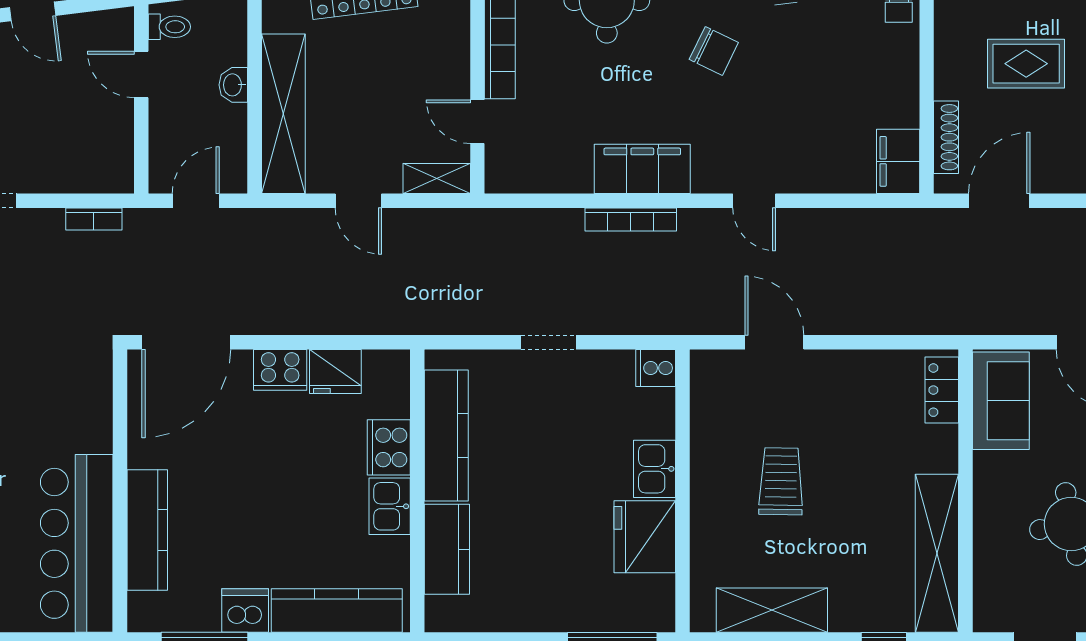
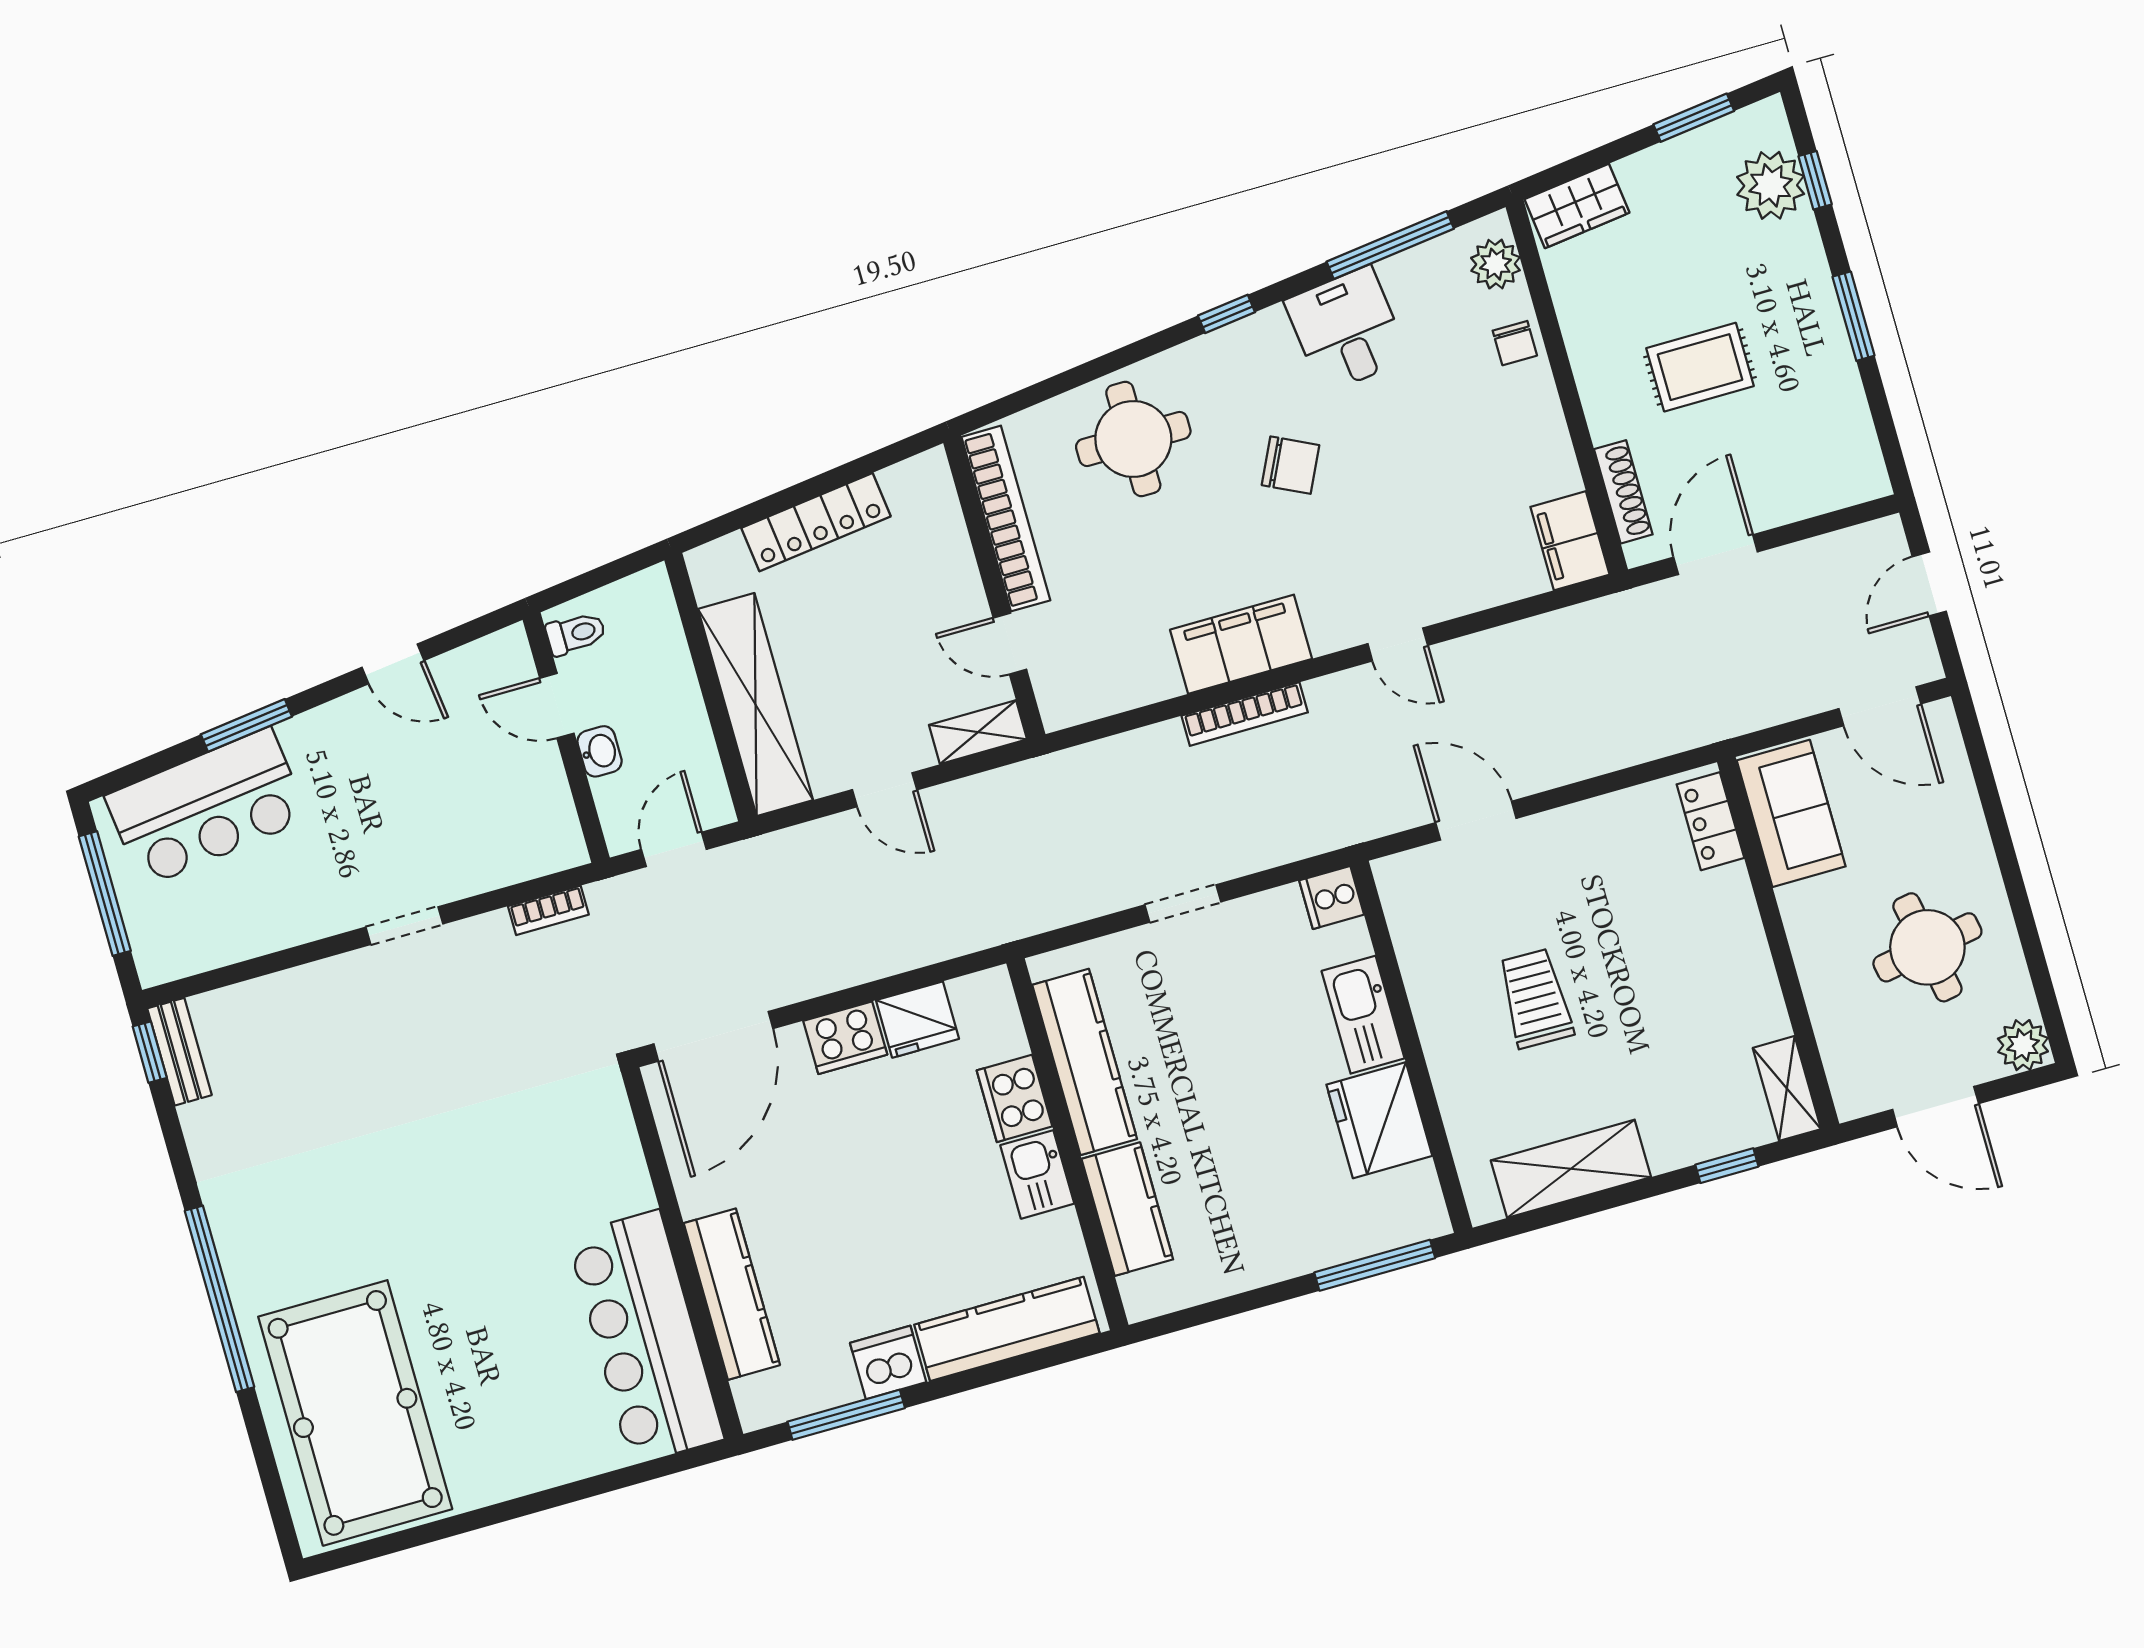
washbasin: (233, 85) -> (600, 751), moved, turned 180
kitchen sink: (655, 469) -> (1363, 1015), width x1.38
shelving: (937, 553) -> (1787, 1088), width x0.45, depth x0.75

